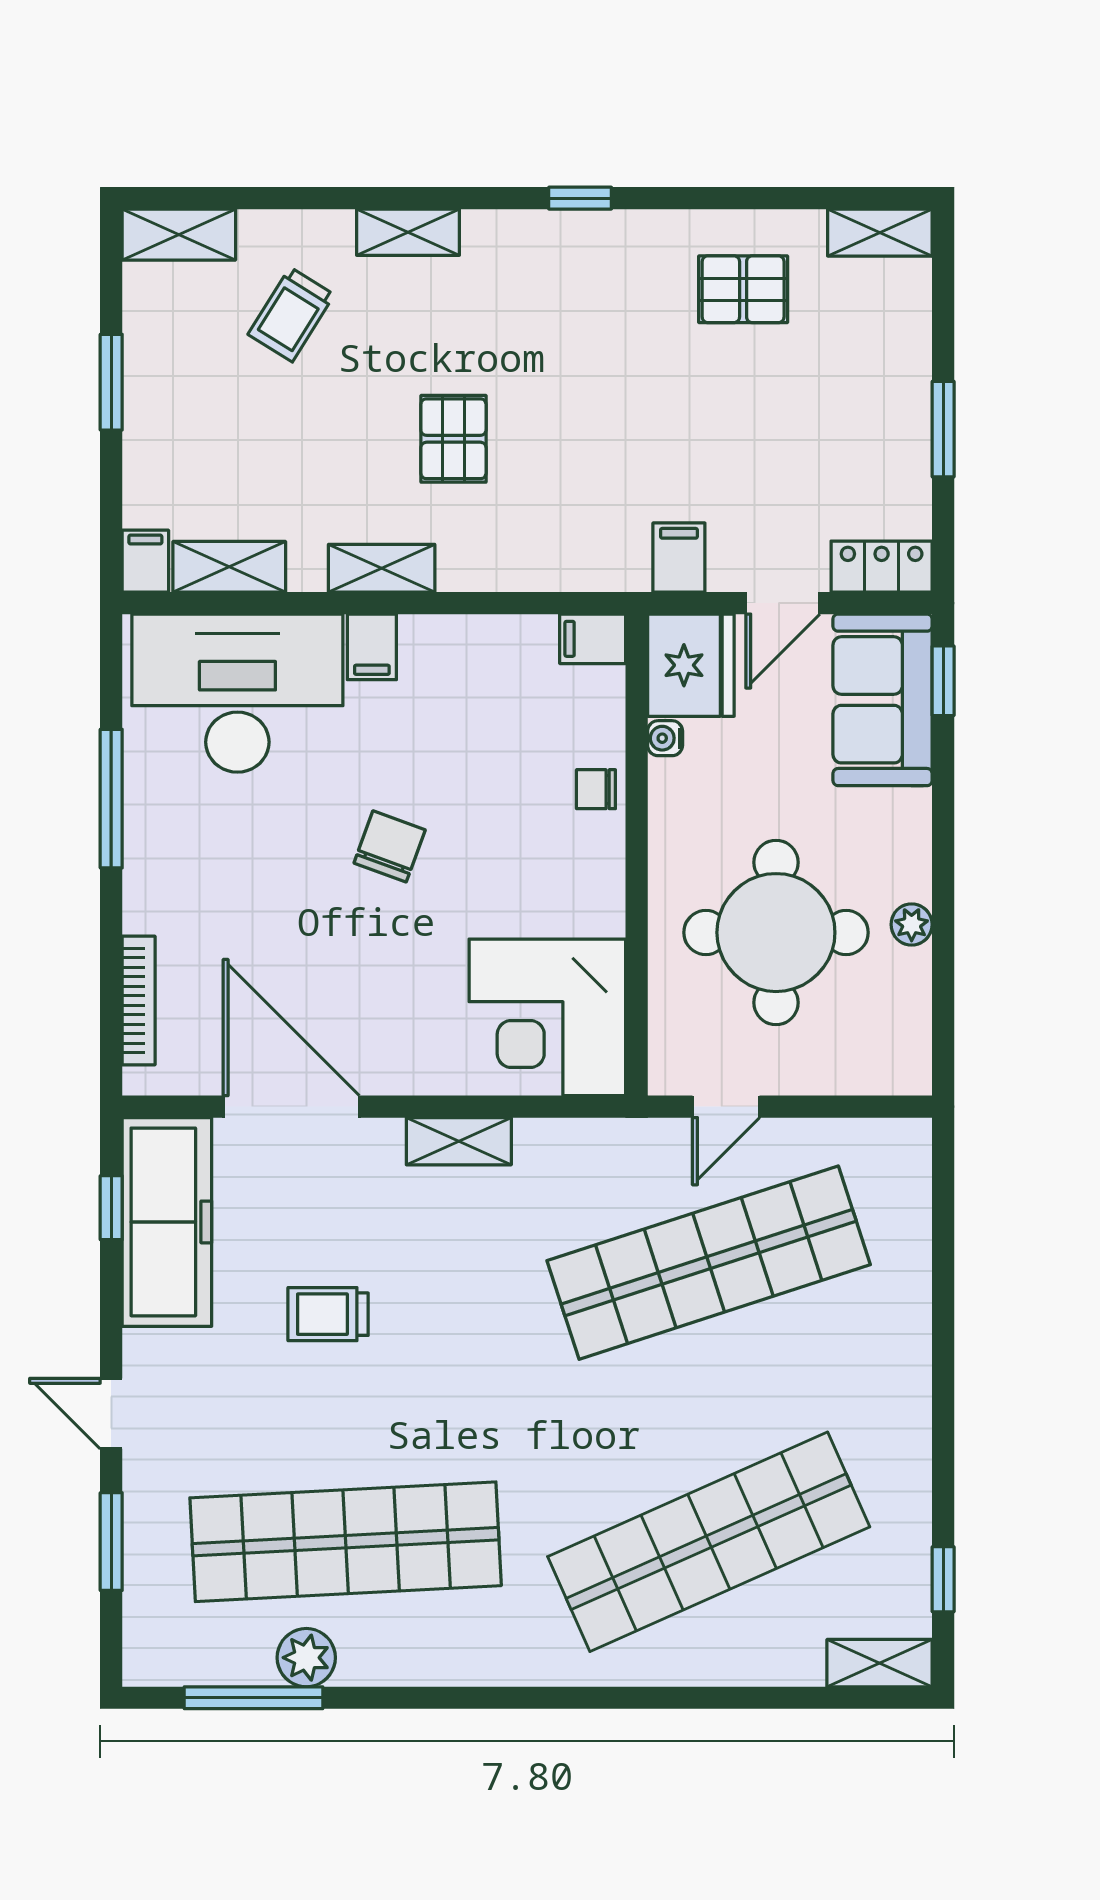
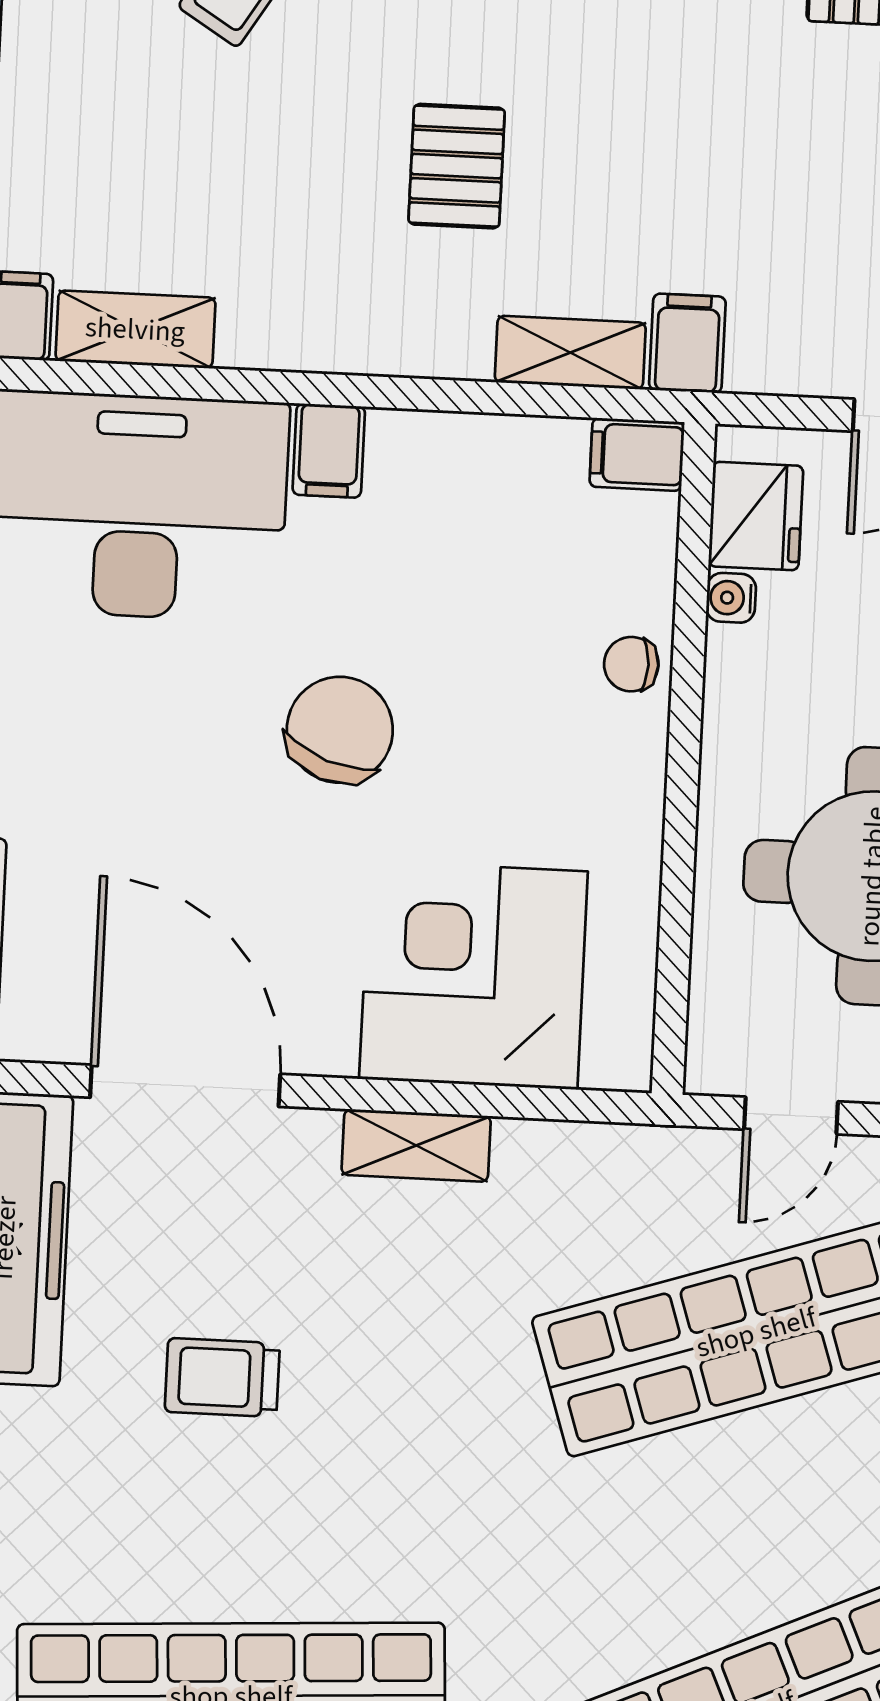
filing cabinet: (679, 558) -> (687, 343), moved
shelving: (382, 568) -> (570, 353), moved
fridge: (691, 665) -> (756, 516), width x0.73, depth x0.75
chair: (390, 846) -> (340, 730), width x1.37, depth x1.37
corner desk: (547, 1017) -> (473, 975), moved, turned 90

